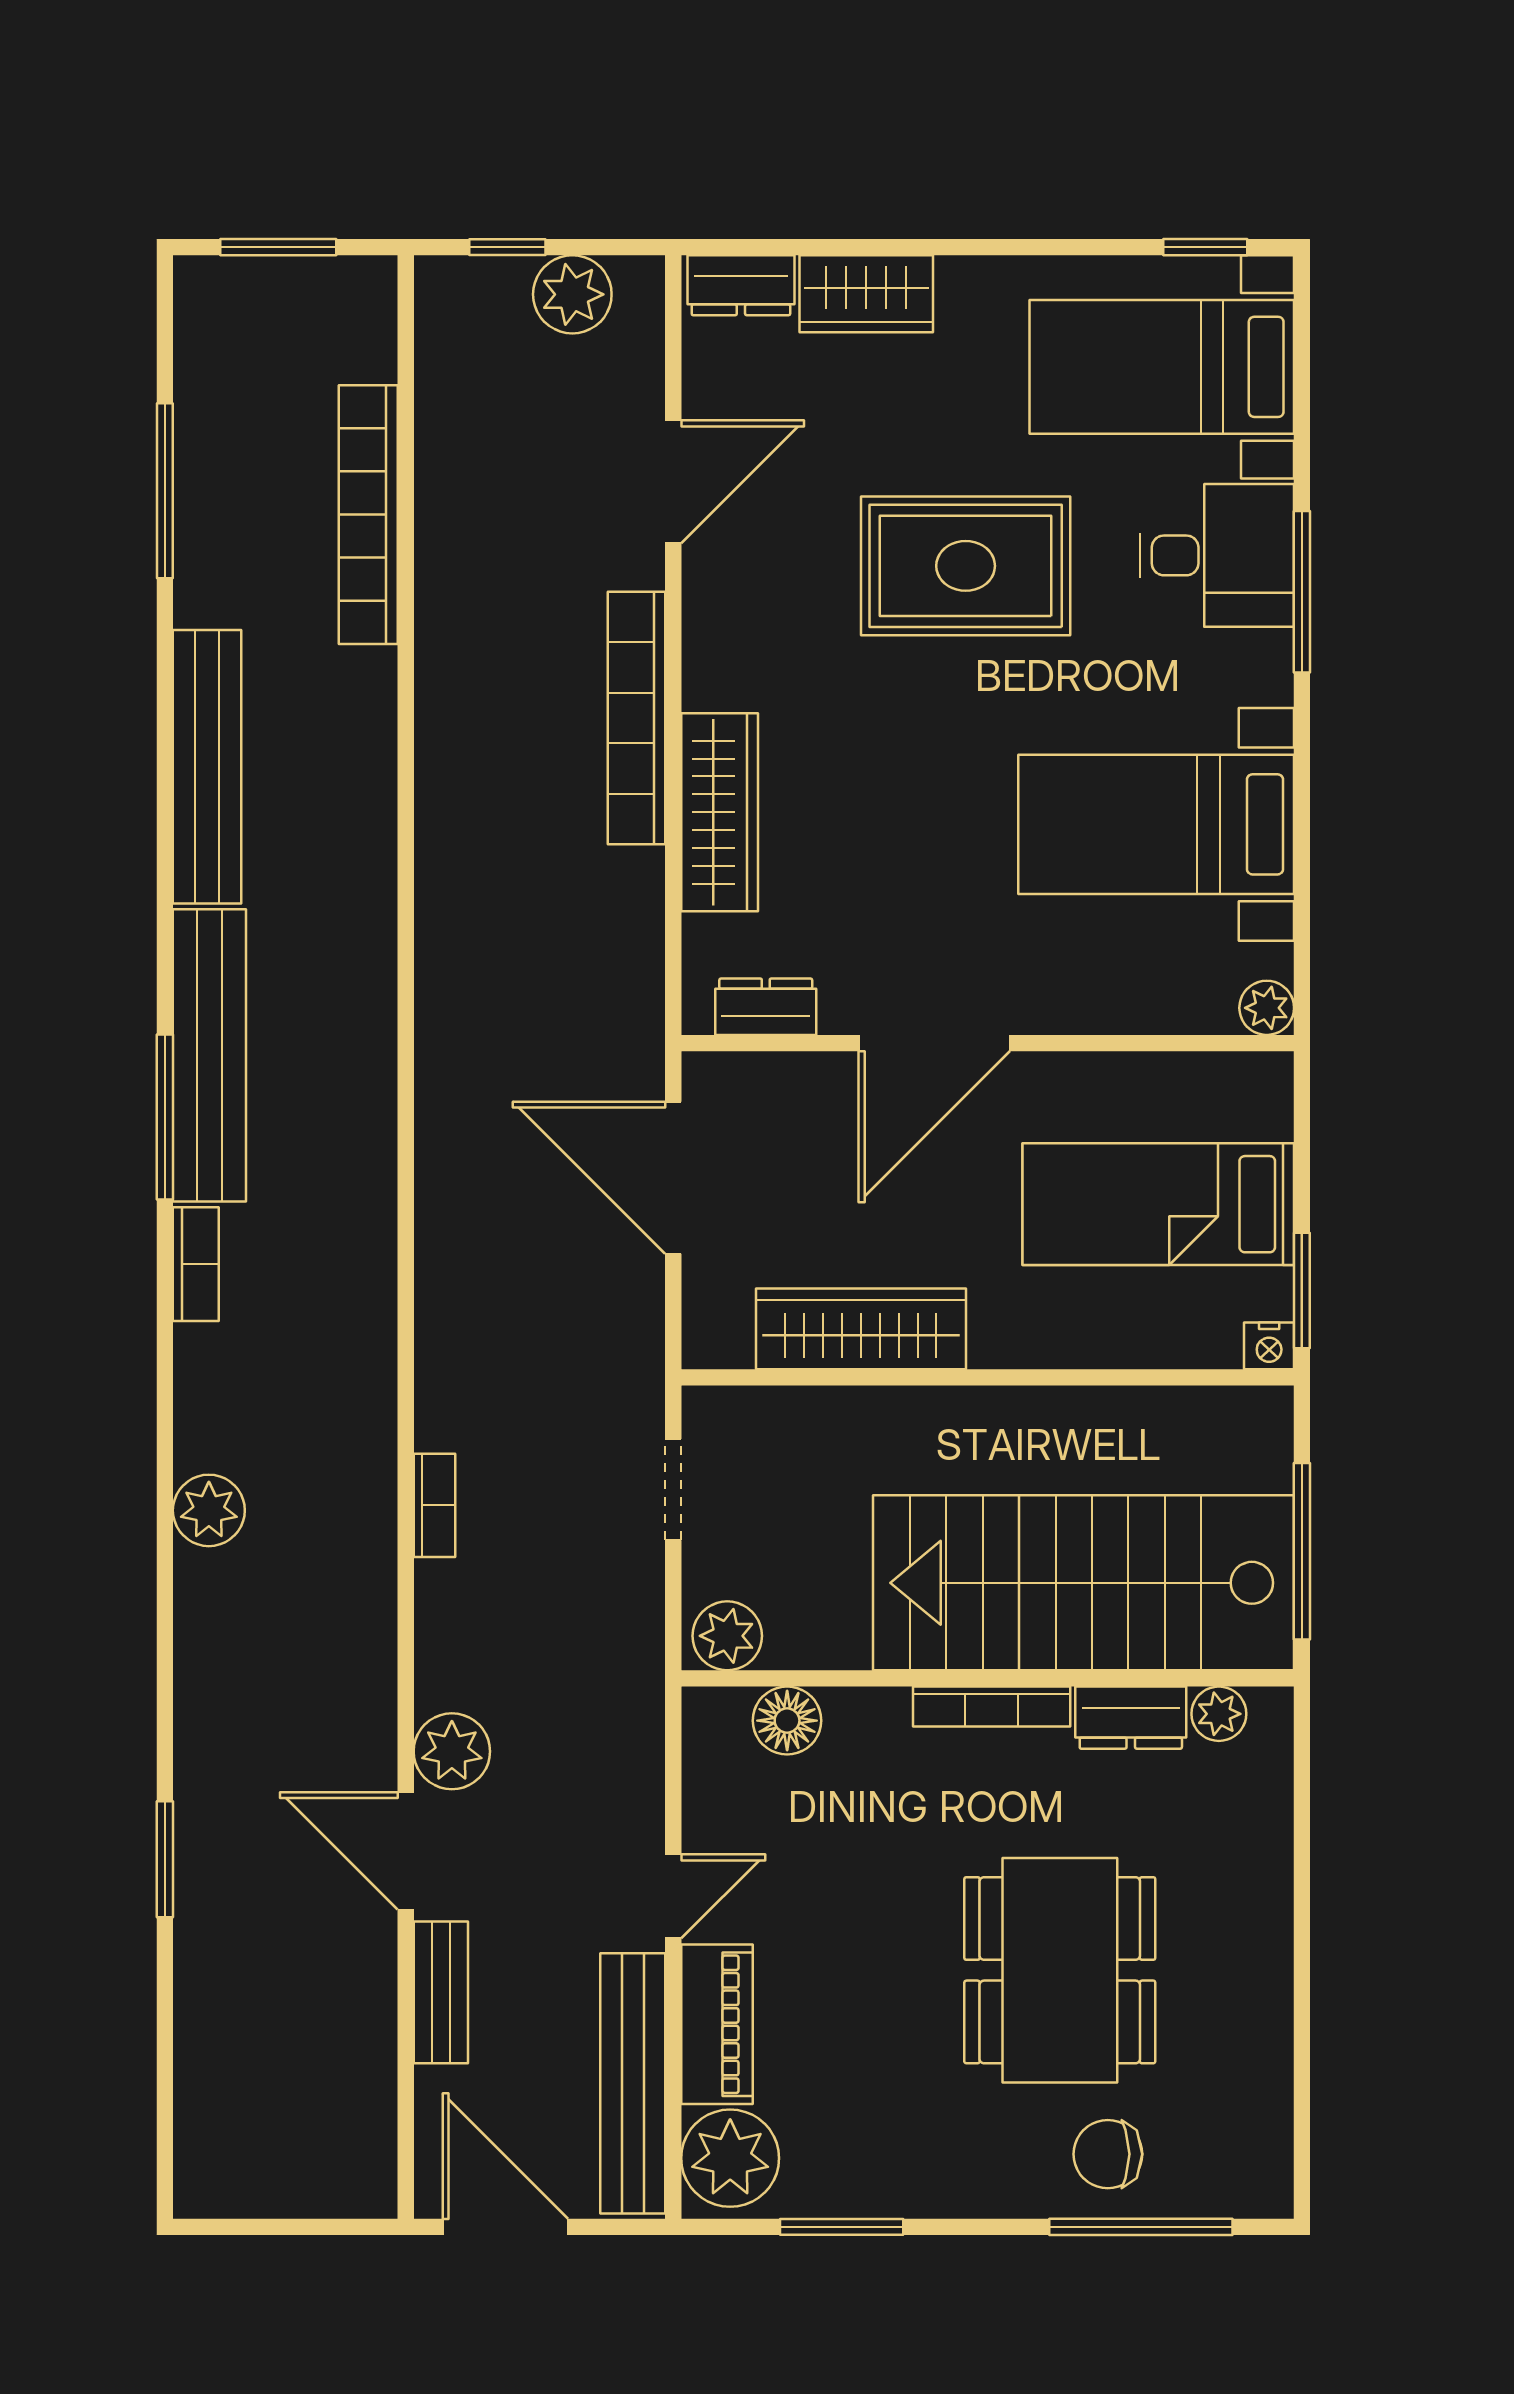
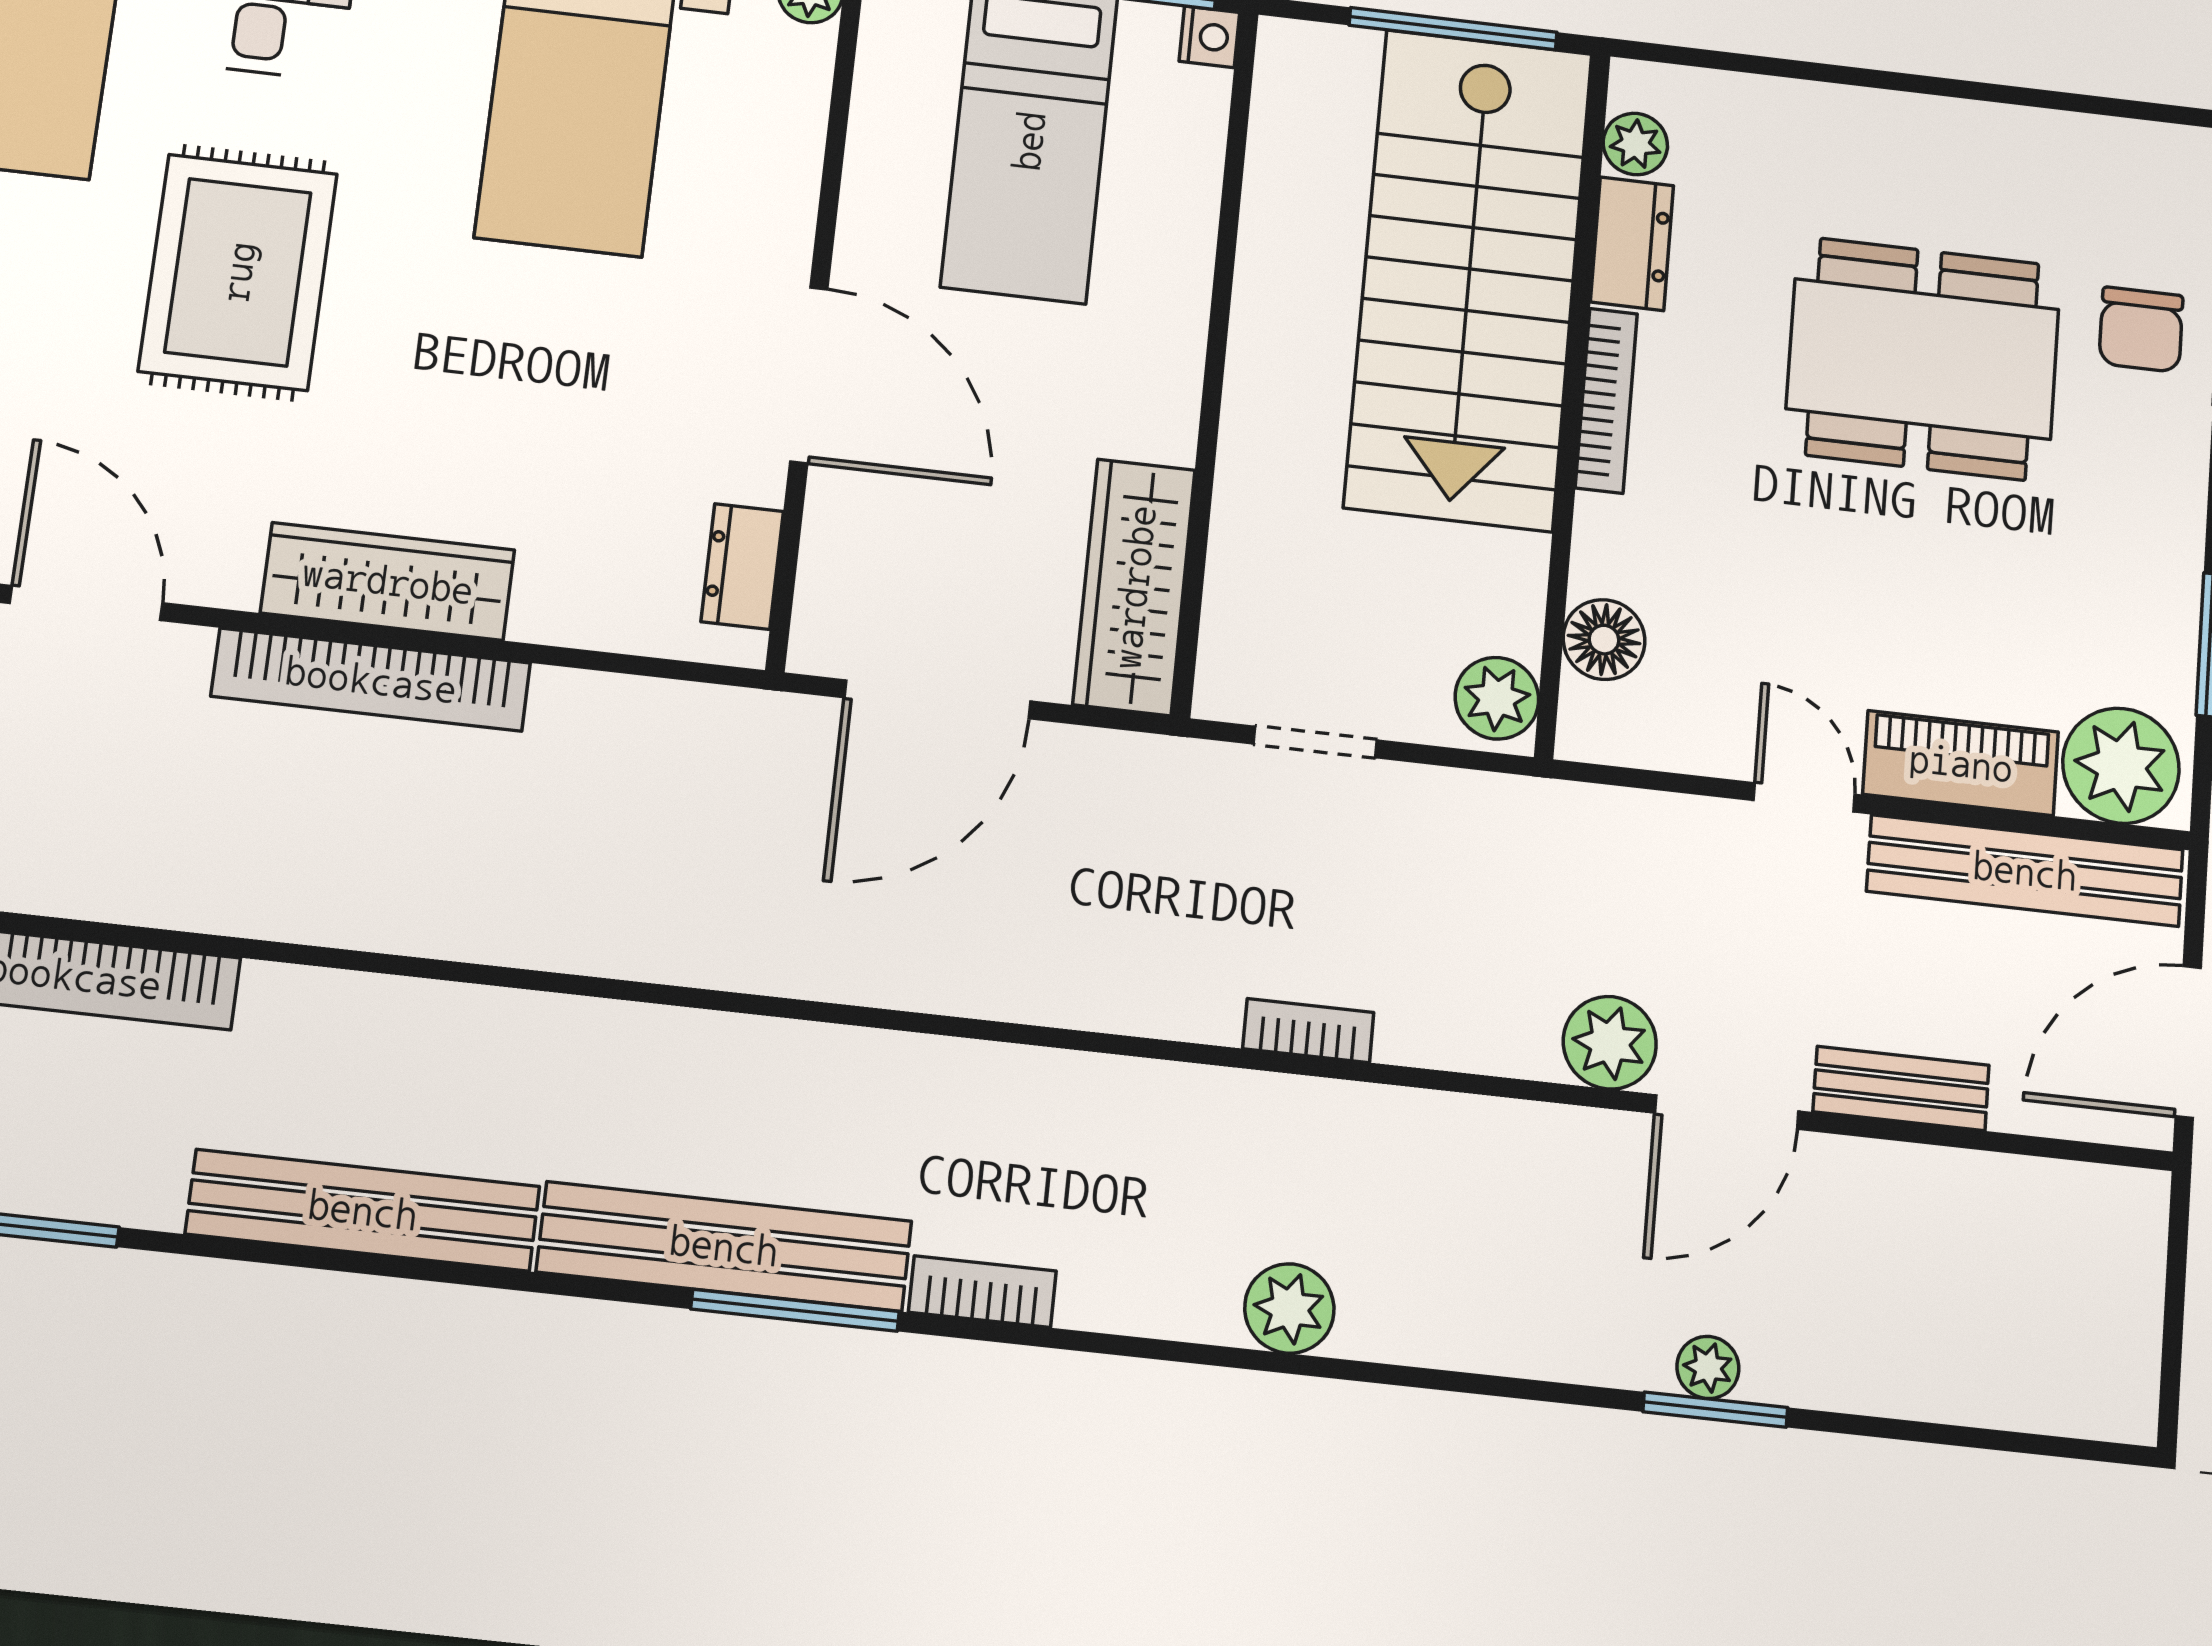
wardrobe: (720, 812) -> (388, 581), moved
wardrobe: (861, 1329) -> (1134, 587), moved
plant: (198, 1851) -> (1708, 1367), added

